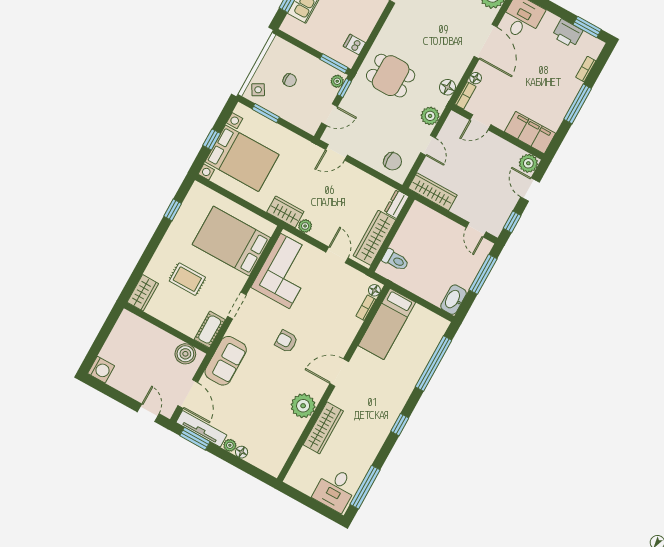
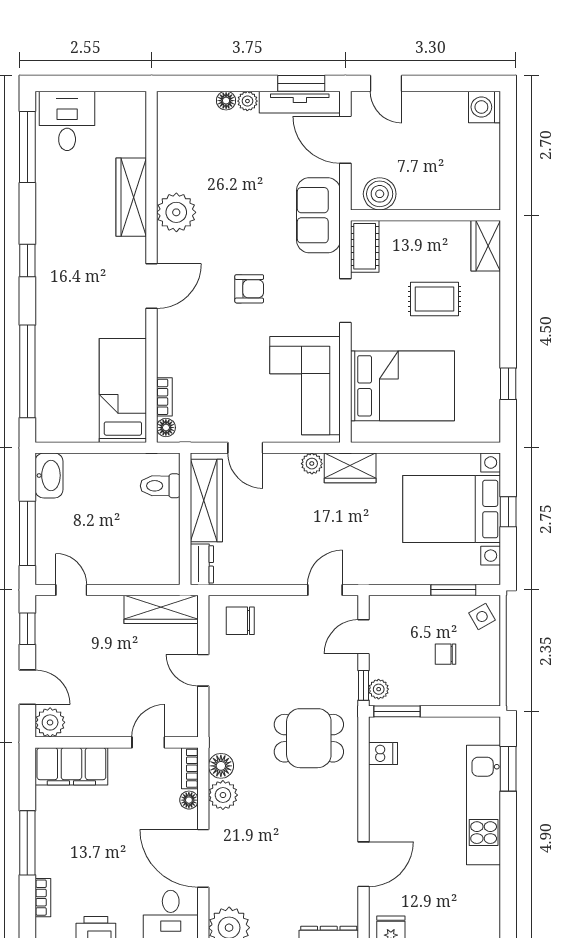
plant: (430, 116) -> (223, 795), moved

